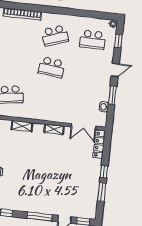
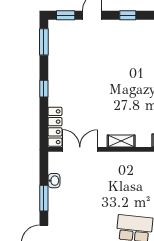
window: (102, 192) -> (44, 42), moved
window: (40, 217) -> (128, 15), width x0.46

